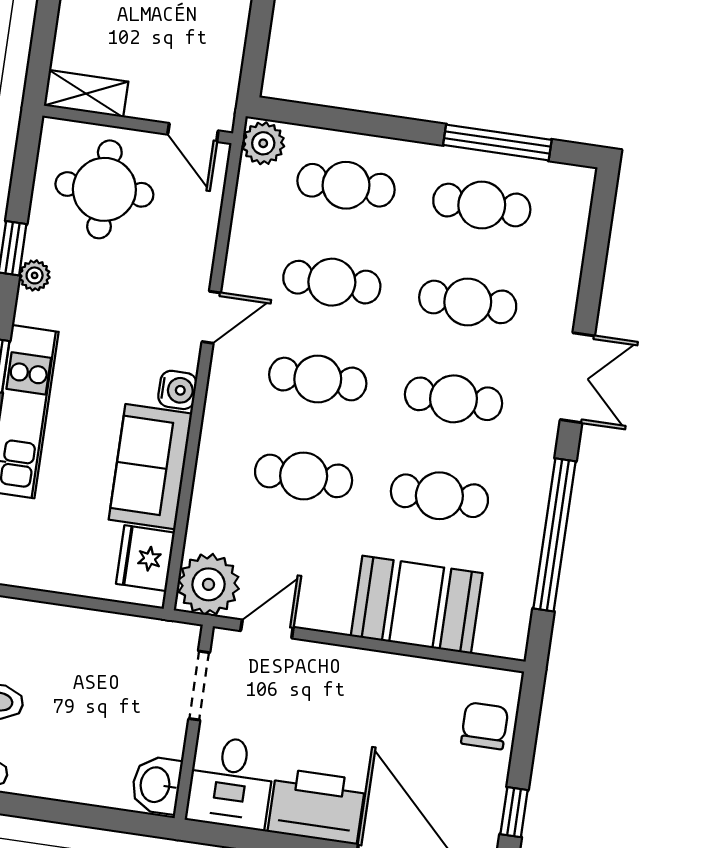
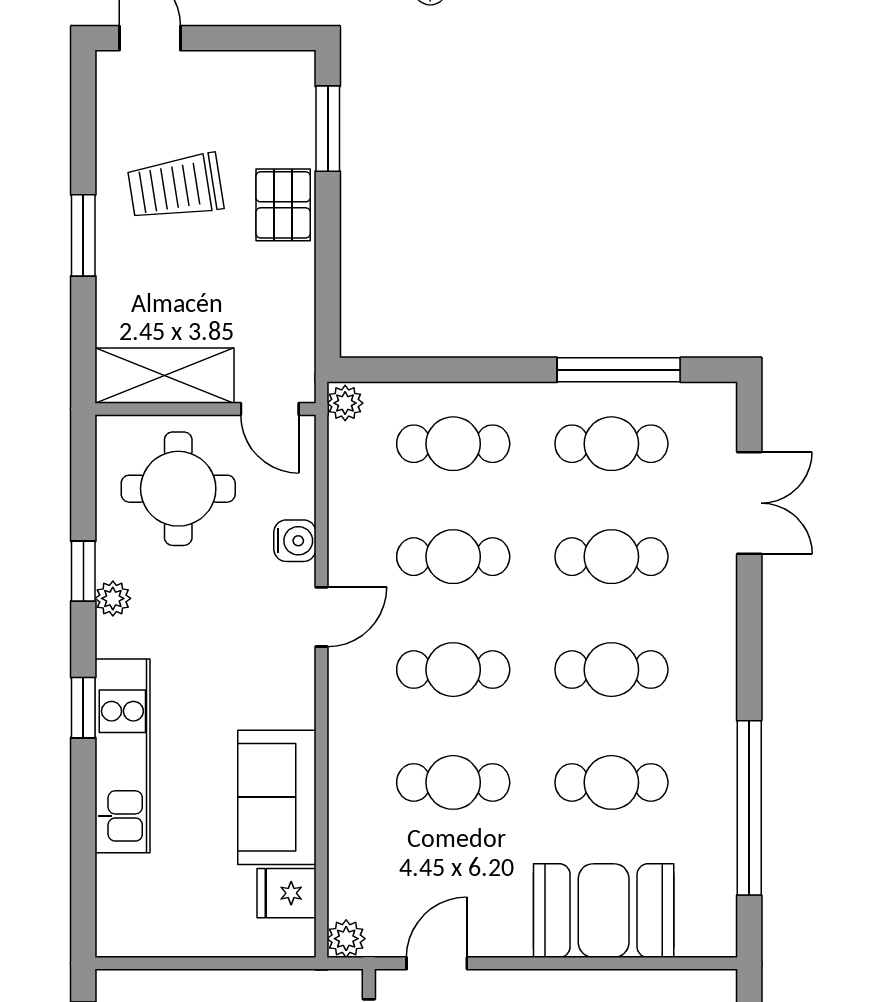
shelving: (86, 94) -> (165, 376), width x1.50, depth x1.33
plant: (263, 143) -> (345, 403), width x0.73, depth x0.73
double door: (577, 378) -> (749, 503), moved
water cooler: (177, 390) -> (295, 541), moved
fridge: (145, 558) -> (286, 893), width x0.72
plant: (209, 584) -> (346, 939), width x0.53, depth x0.53

